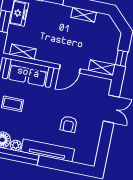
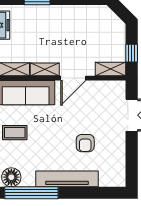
shelving: (84, 15) -> (45, 69), moved
plant: (16, 145) -> (28, 180), removed

